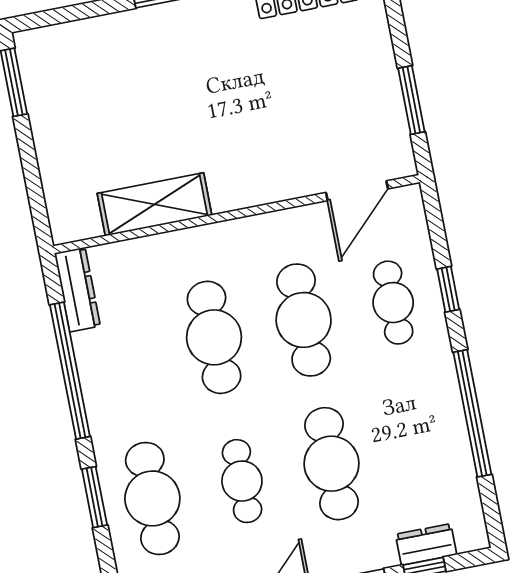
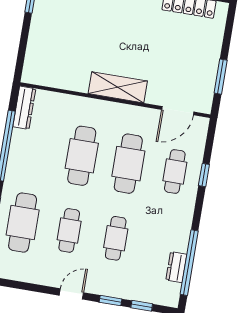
shelving: (154, 204) -> (118, 87), moved
window: (472, 413) -> (189, 263), moved
cafe table: (331, 464) -> (116, 238), width x0.73, depth x0.74
dresser: (426, 544) -> (176, 267), moved, turned -90

